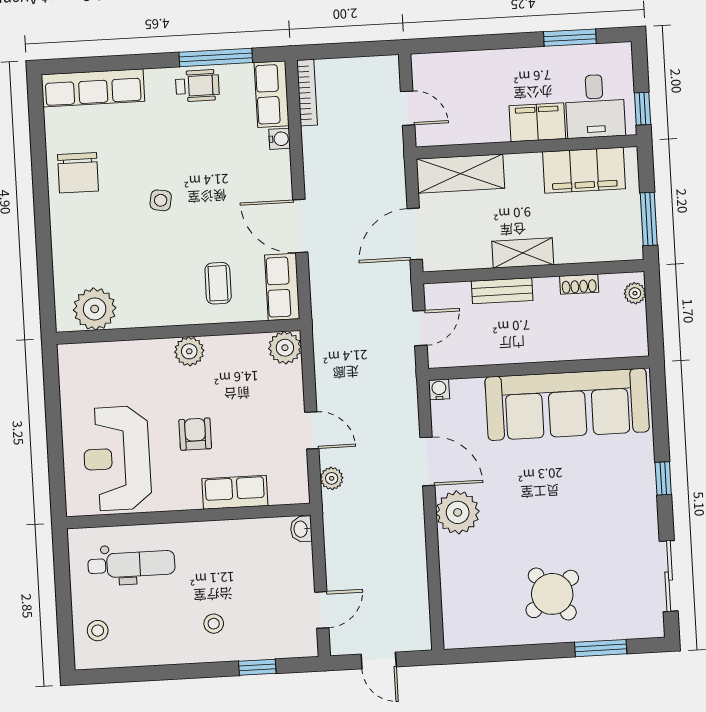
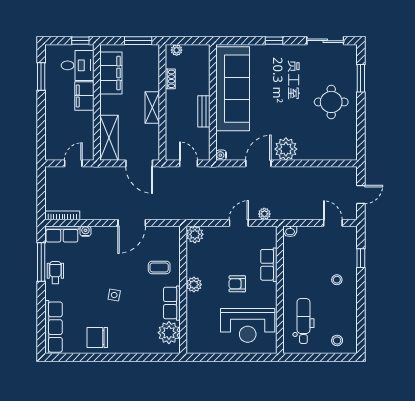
chair: (78, 173) -> (97, 337), turned 180
row of seats: (282, 287) -> (172, 303), moved, turned 90
bench: (502, 291) -> (204, 111), moved
round table: (552, 594) -> (331, 102), turned 38

